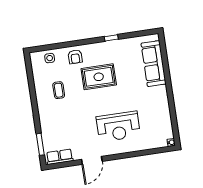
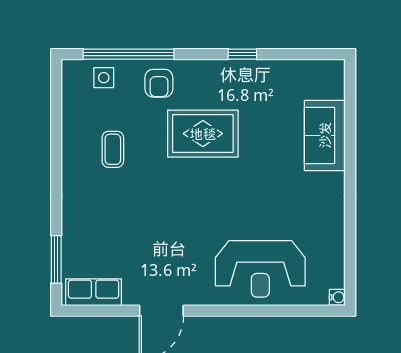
window: (59, 46) -> (128, 54), added
sofa: (154, 64) -> (325, 135), width x0.73
reception desk: (118, 127) -> (260, 269), moved

